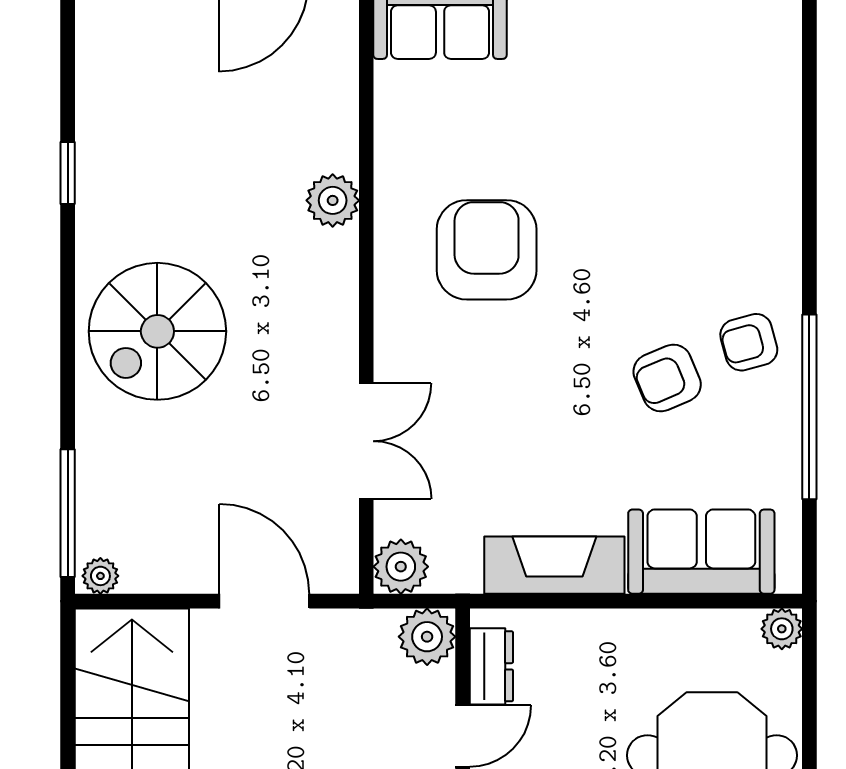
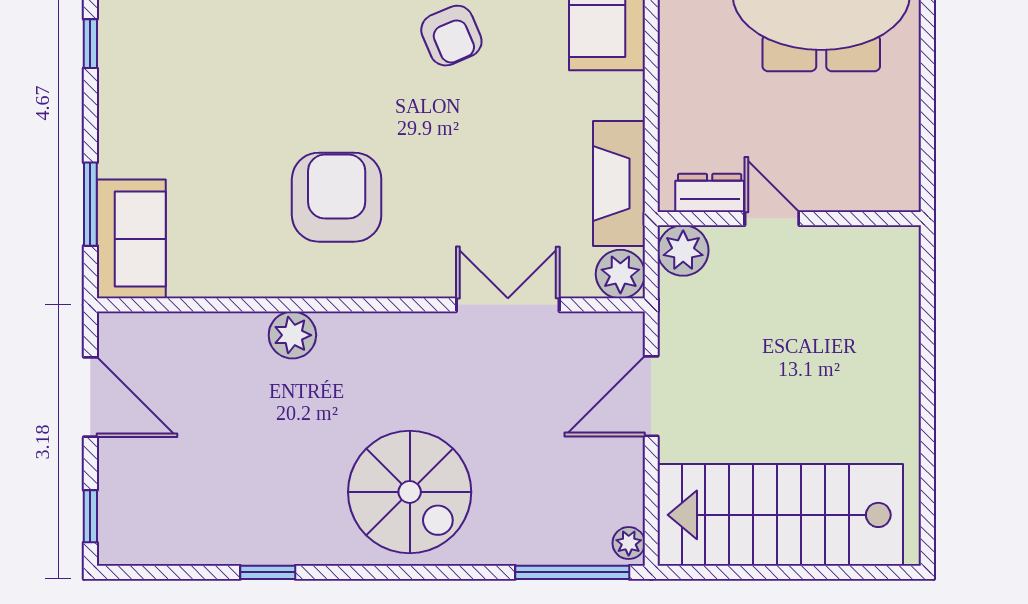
armchair: (487, 250) -> (337, 197), turned 90
fireplace: (554, 565) -> (619, 183), moved

